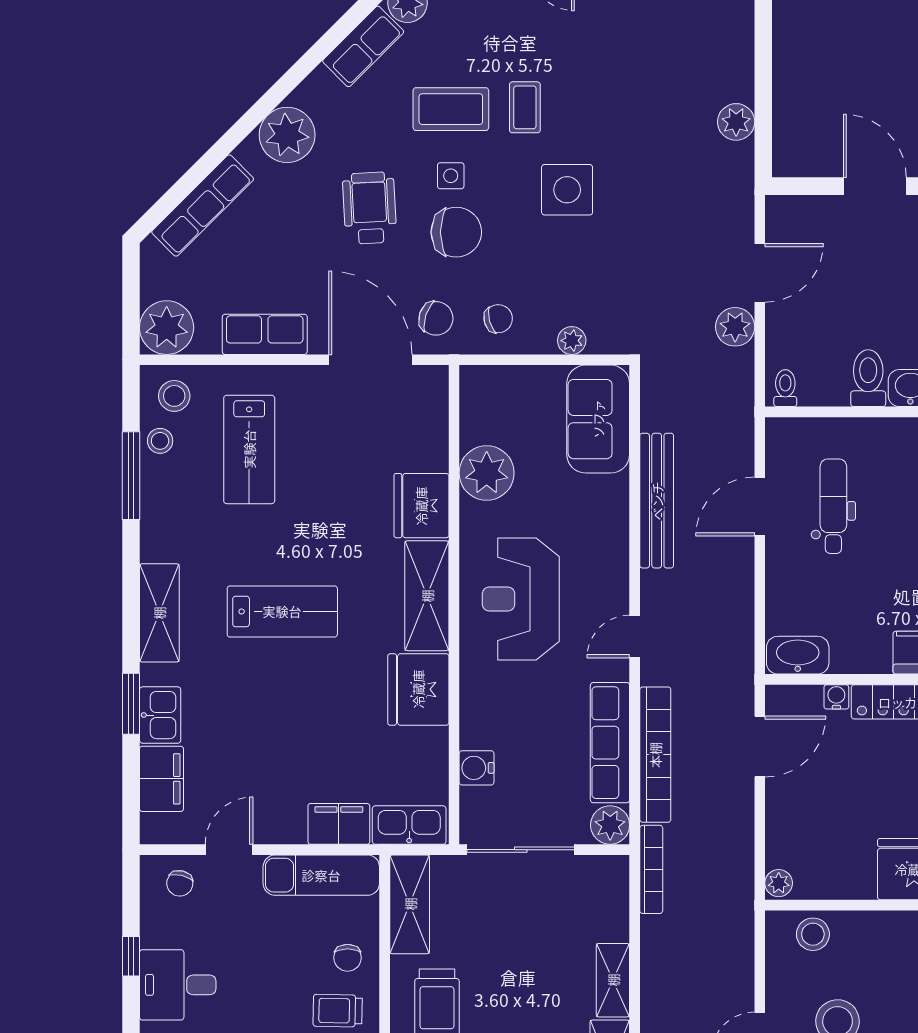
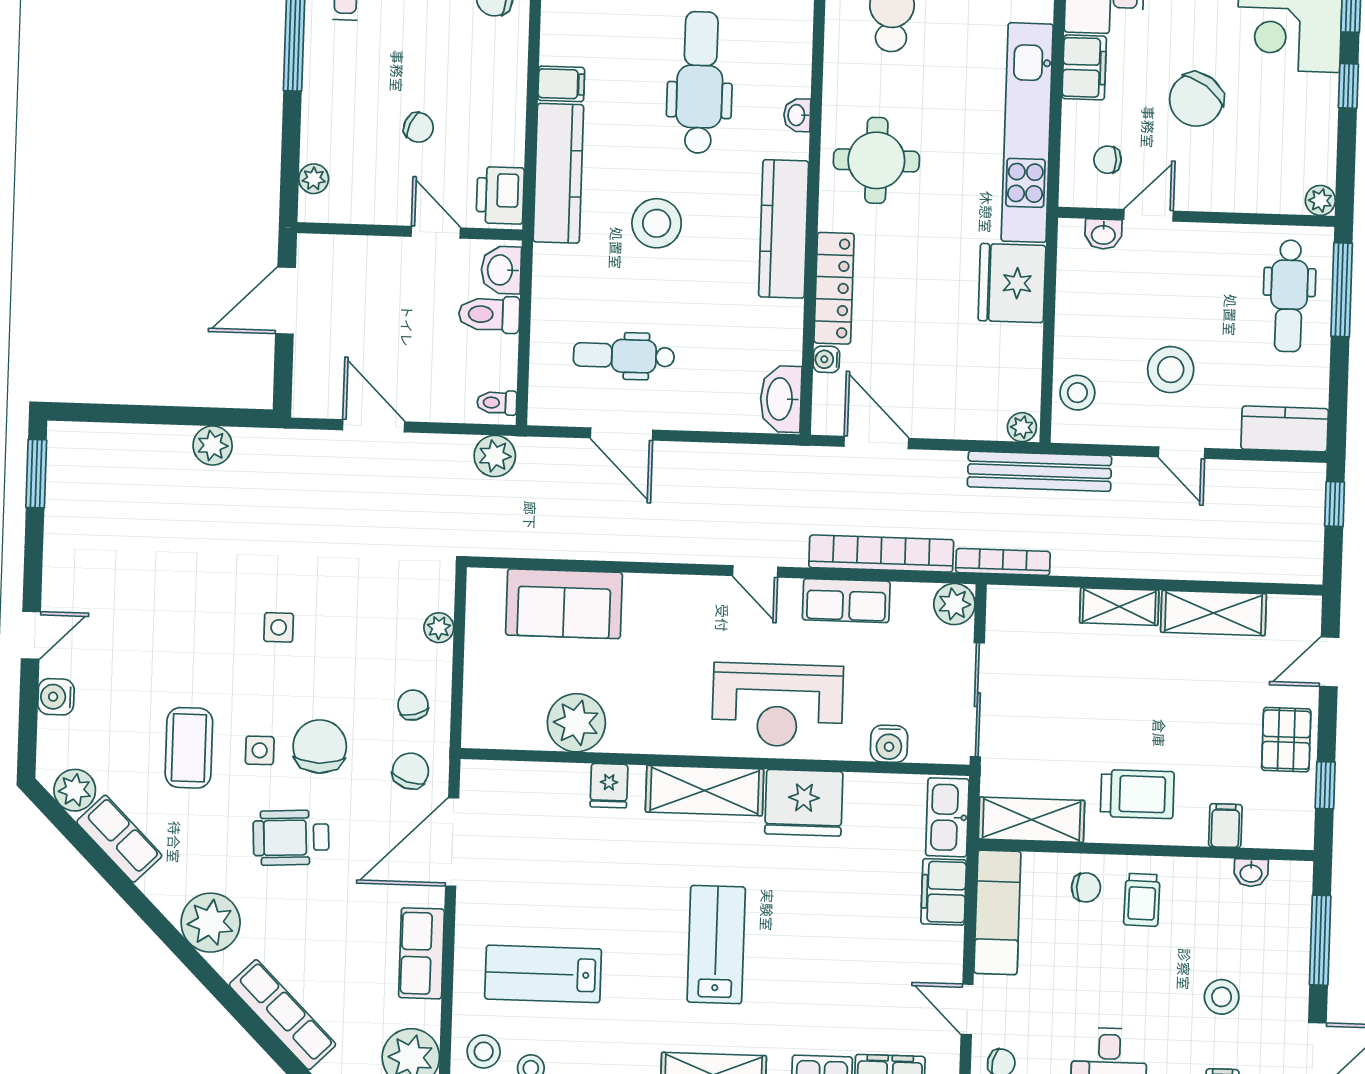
coffee table: (525, 107) -> (190, 669), removed
side table: (567, 190) -> (279, 627), width x0.54, depth x0.54
plant: (735, 327) -> (495, 456), moved
sofa: (598, 419) -> (564, 604), moved
lab bench: (249, 449) -> (543, 974), turned 180
bench: (657, 501) -> (1039, 471), moved
fridge: (421, 506) -> (609, 786), width x0.53, depth x0.75
reception desk: (521, 599) -> (778, 705), moved
row of seats: (610, 743) -> (846, 601), width x0.68

